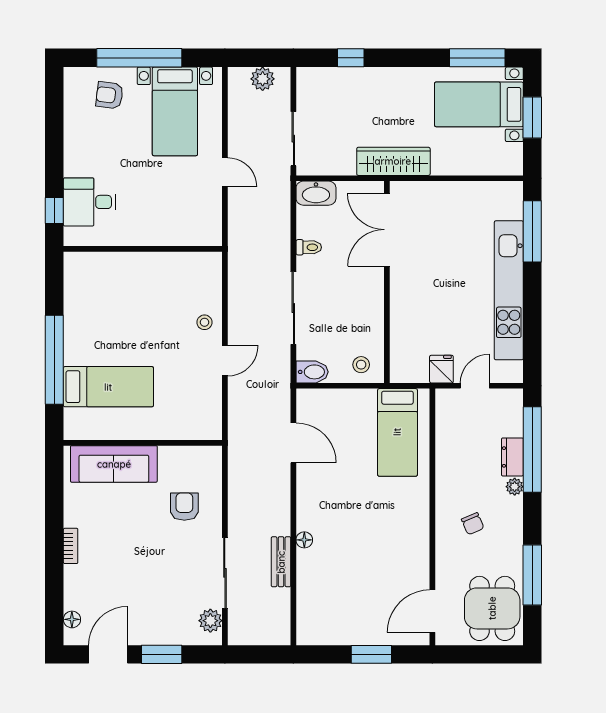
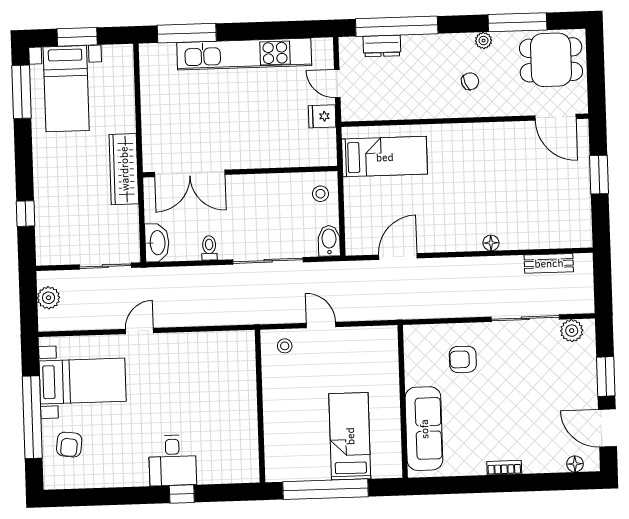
wall: (143, 249) -> (260, 406), moved
dresser: (512, 457) -> (382, 46), moved
plant: (515, 487) -> (483, 41), moved
bench: (281, 562) -> (549, 263), moved

